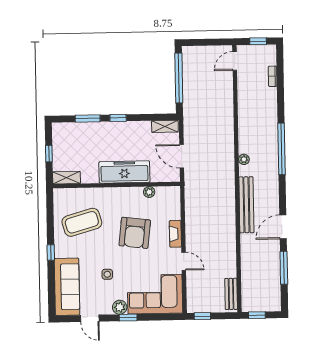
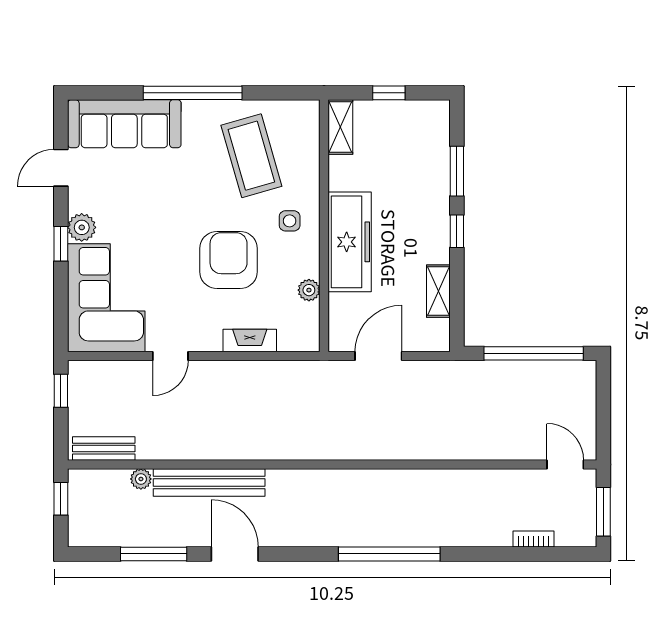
window: (258, 41) -> (603, 512), width x1.50
shelving: (165, 126) -> (438, 291), moved
plant: (244, 159) -> (141, 479), moved
bench: (246, 205) -> (209, 482), moved
armchair: (135, 233) -> (229, 260), turned 83
fireplace: (175, 234) -> (250, 341), moved
window: (51, 253) -> (193, 93), width x3.17
side table: (107, 274) -> (290, 221), moved

